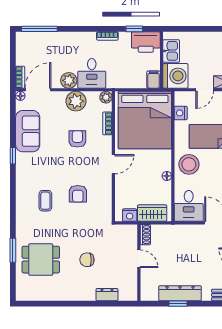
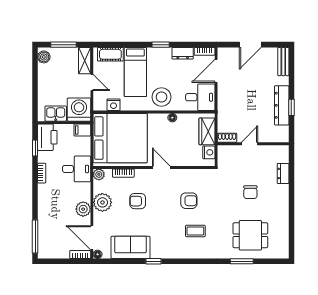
desk: (92, 73) -> (77, 169), moved
dining table: (41, 260) -> (250, 235), turned 90

